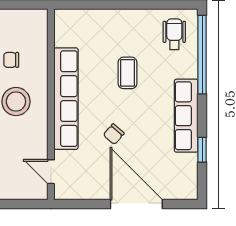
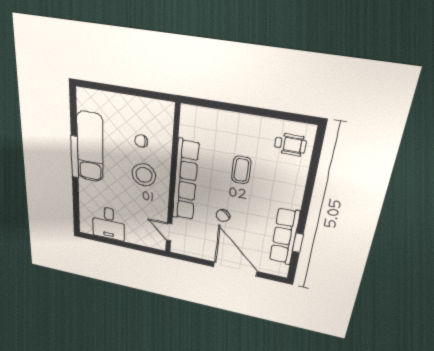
wheelchair: (174, 34) -> (290, 145), turned 90
window: (202, 55) -> (314, 167), removed
row of seats: (186, 116) -> (284, 236), moved

